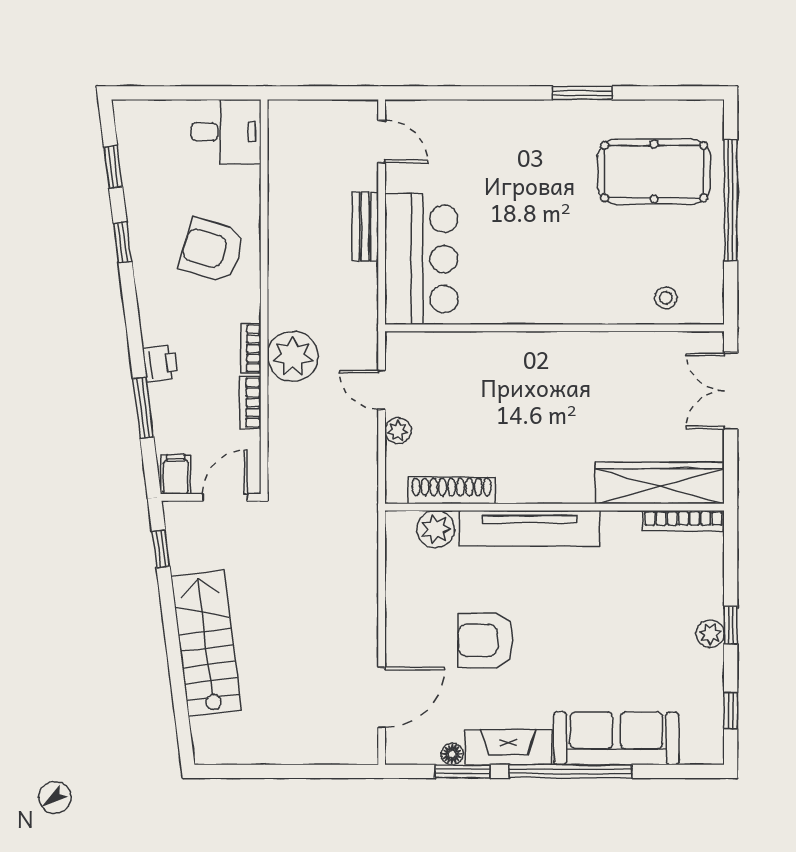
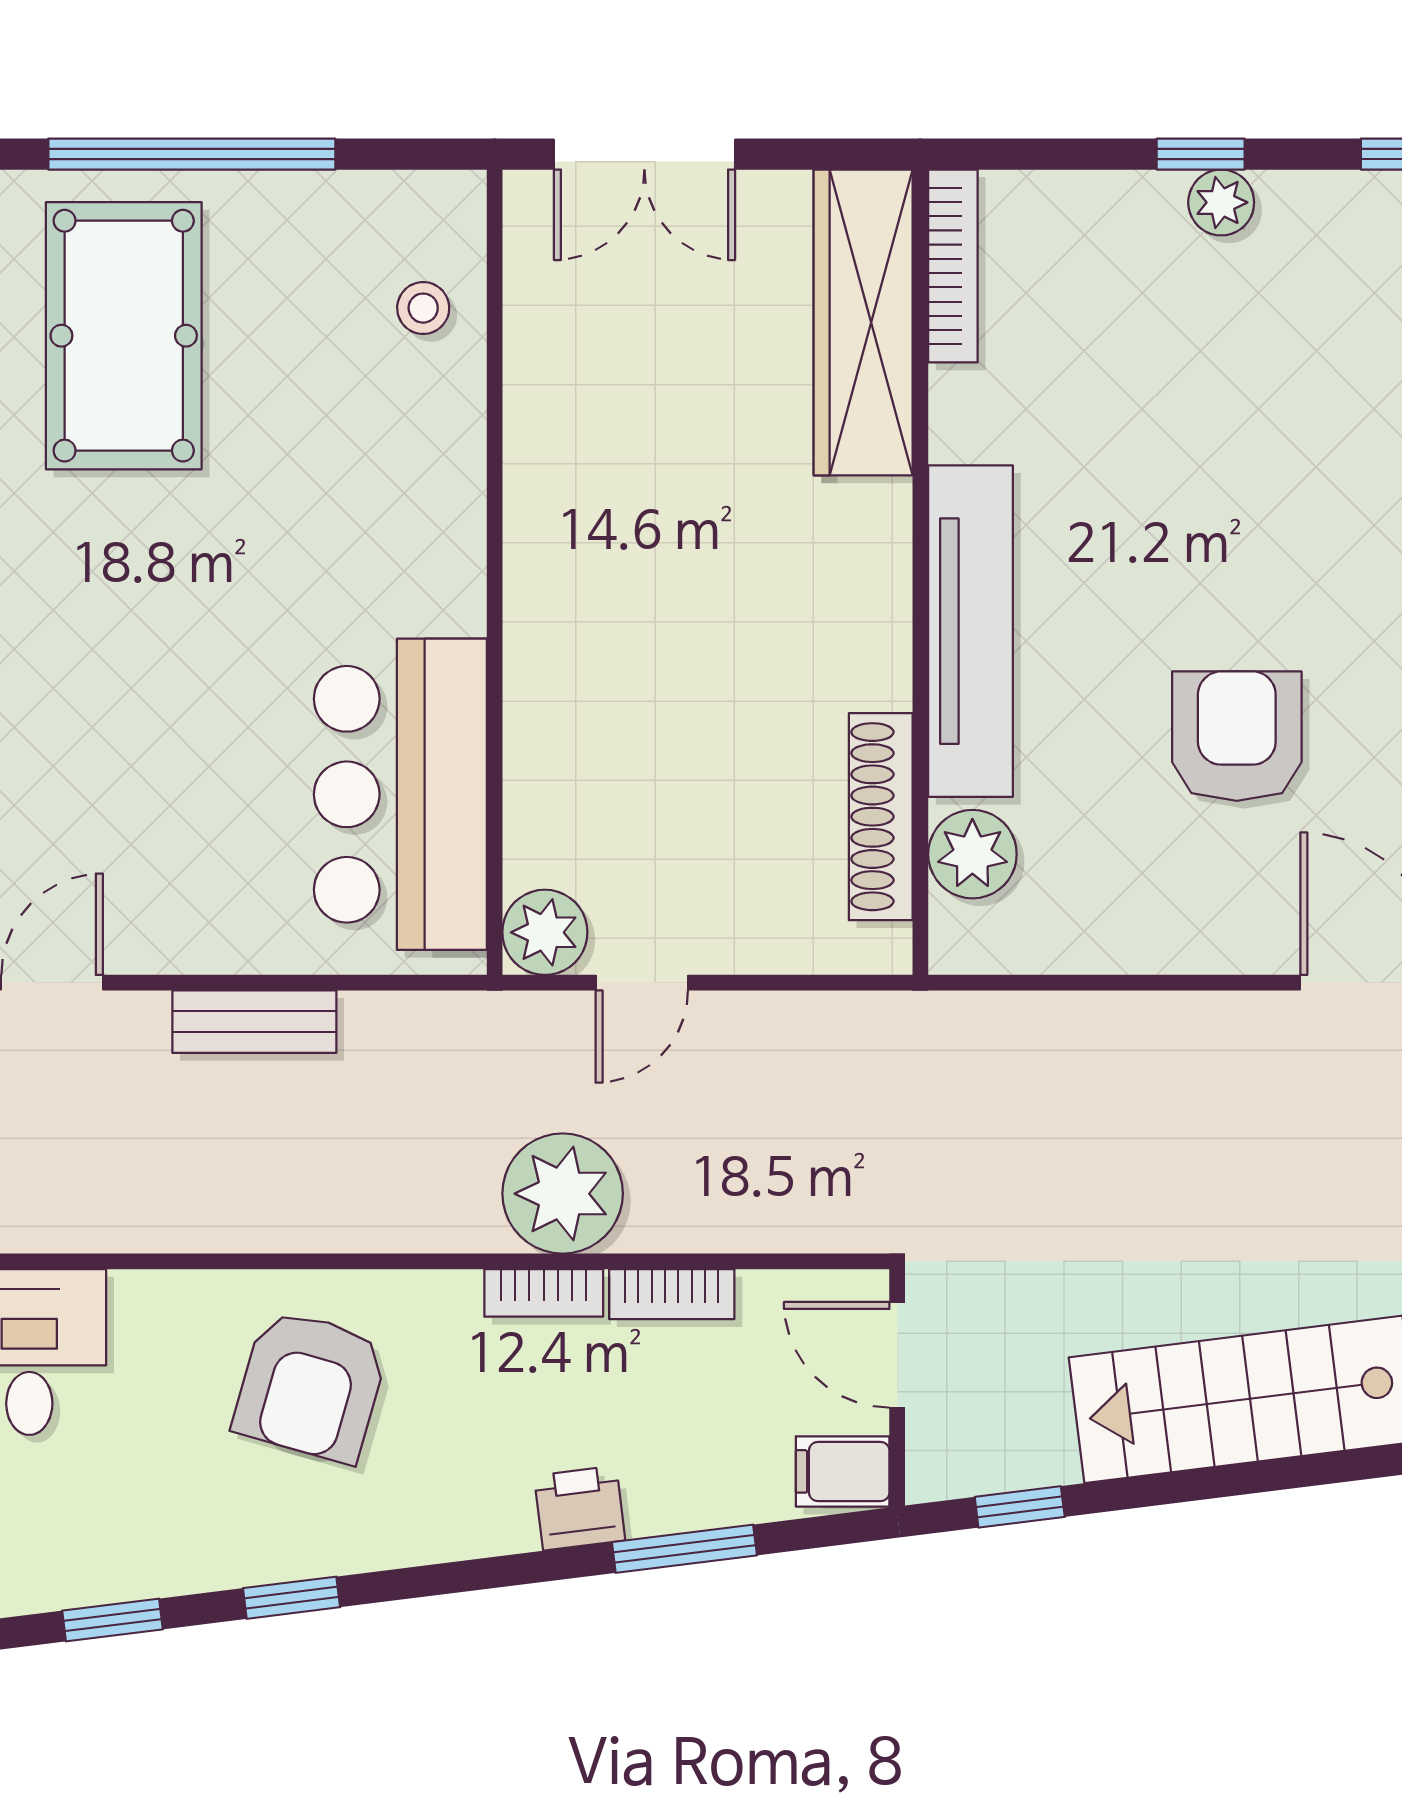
bar counter: (421, 259) -> (400, 794), moved, turned -90
plant: (398, 431) -> (545, 932), moved, width x1.38, depth x1.38
armchair: (485, 640) -> (1237, 736), turned 180

